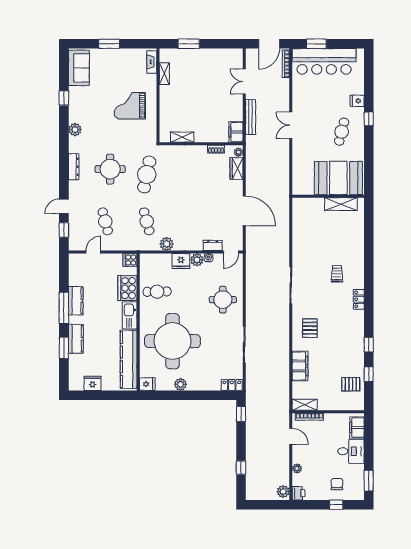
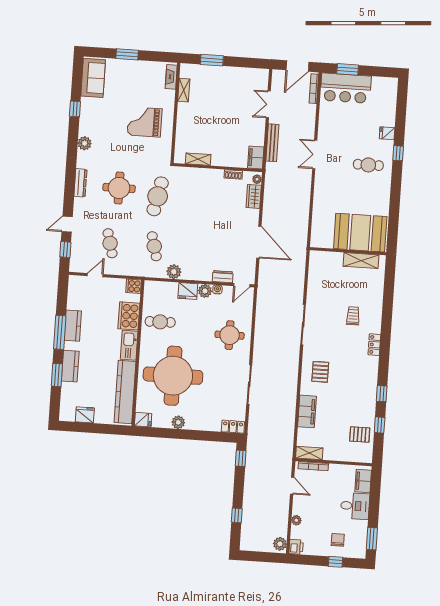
bar counter: (324, 61) -> (346, 88), width x0.73
cafe table: (342, 132) -> (368, 165), turned 76
booth: (338, 178) -> (360, 233), moved
wall: (328, 196) -> (348, 251), moved
shelving: (341, 204) -> (361, 261), moved

